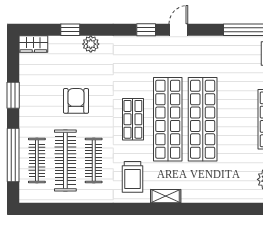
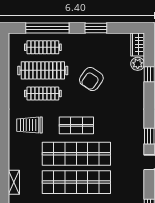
plant: (91, 44) -> (138, 64), moved
armchair: (76, 101) -> (91, 79), turned 124
shelving: (166, 196) -> (14, 182), moved

